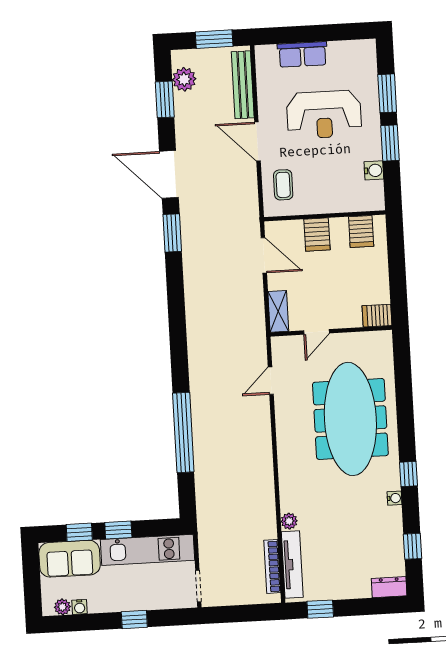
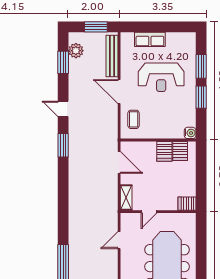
water cooler: (374, 170) -> (190, 133), moved
door: (169, 174) -> (63, 109), width x0.53
server rack: (317, 234) -> (164, 151), moved

